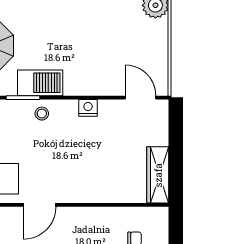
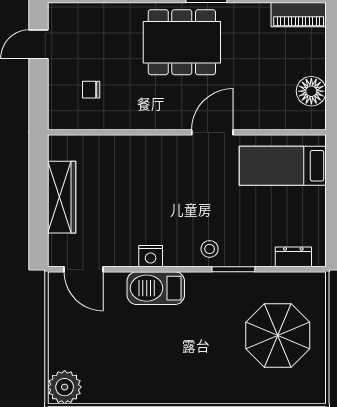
barbecue: (40, 83) -> (156, 288), moved
wardrobe: (158, 175) -> (62, 197), moved

